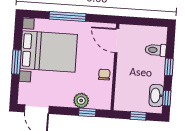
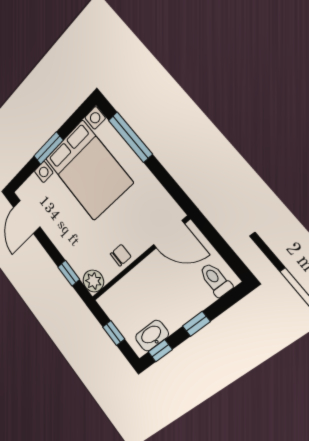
window: (68, 16) -> (130, 137), moved
door: (117, 41) -> (169, 234), swing flipped
toilet: (156, 50) -> (215, 280), moved
plant: (81, 101) -> (93, 281), moved

